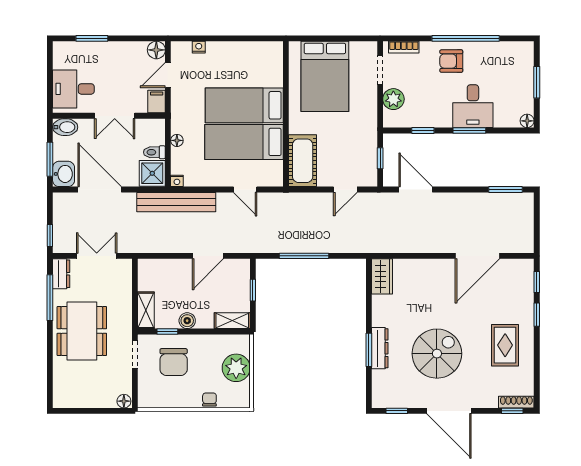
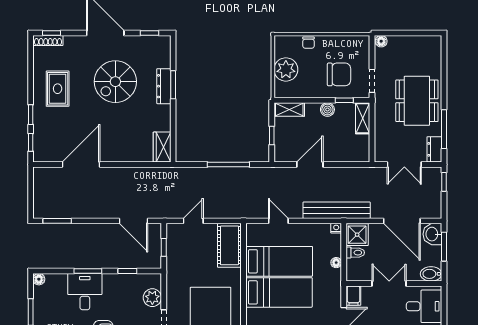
chair: (174, 362) -> (339, 74), turned 90

